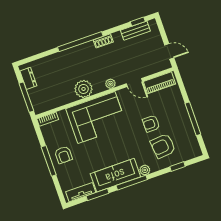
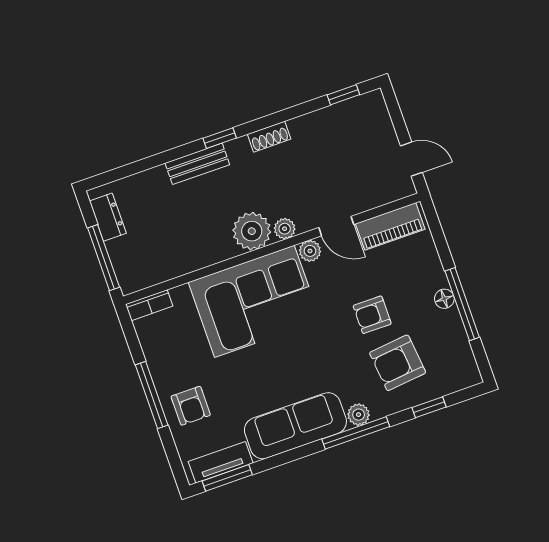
bench: (135, 31) -> (197, 164), moved
window: (80, 42) -> (220, 138), width x0.32
plant: (83, 89) -> (252, 231), moved
plant: (122, 94) -> (310, 251), added
floor lamp: (185, 116) -> (444, 299), added
armchair: (63, 155) -> (191, 406), moved
window: (132, 183) -> (356, 433), moved
window: (97, 195) -> (227, 478), moved

